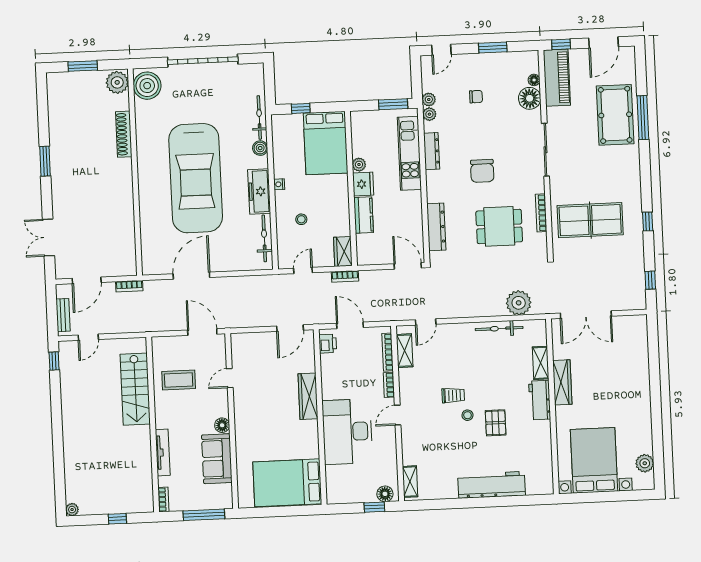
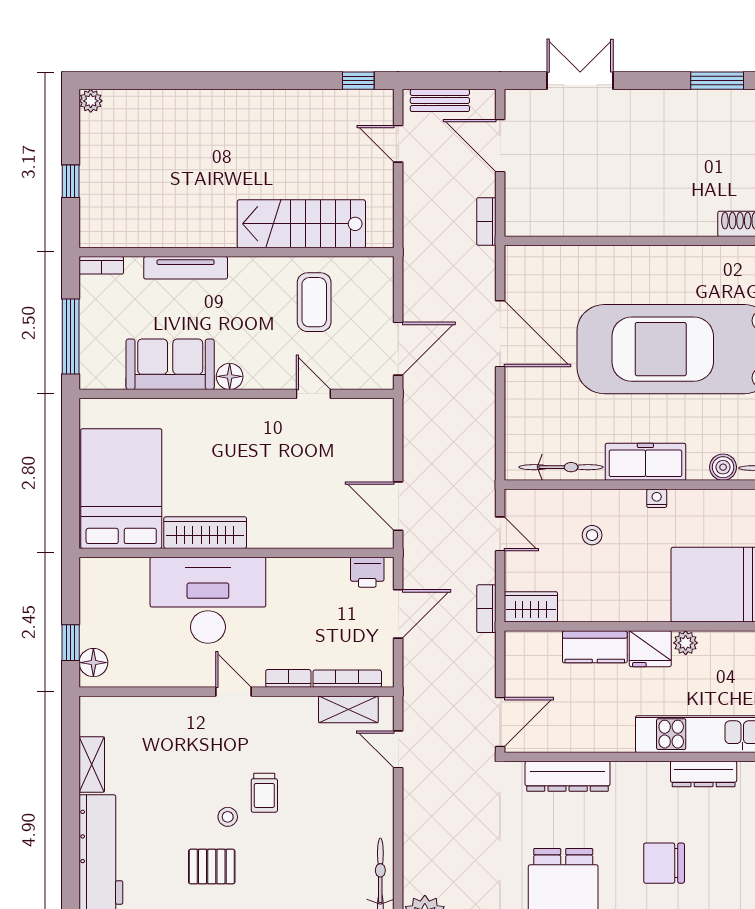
wardrobe: (308, 396) -> (205, 533), moved
shelving: (410, 482) -> (92, 765), moved, turned 90

